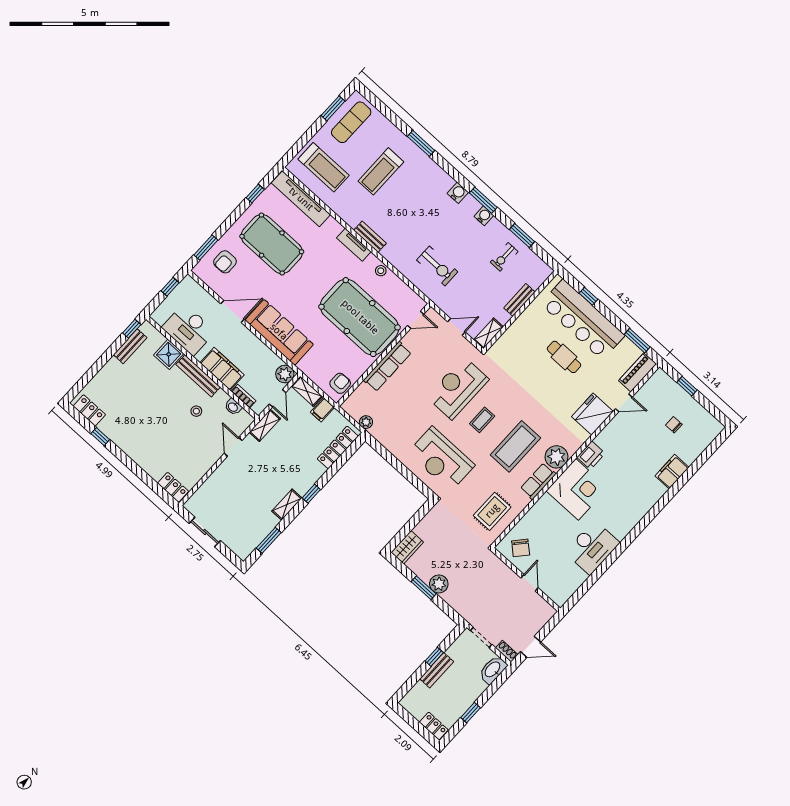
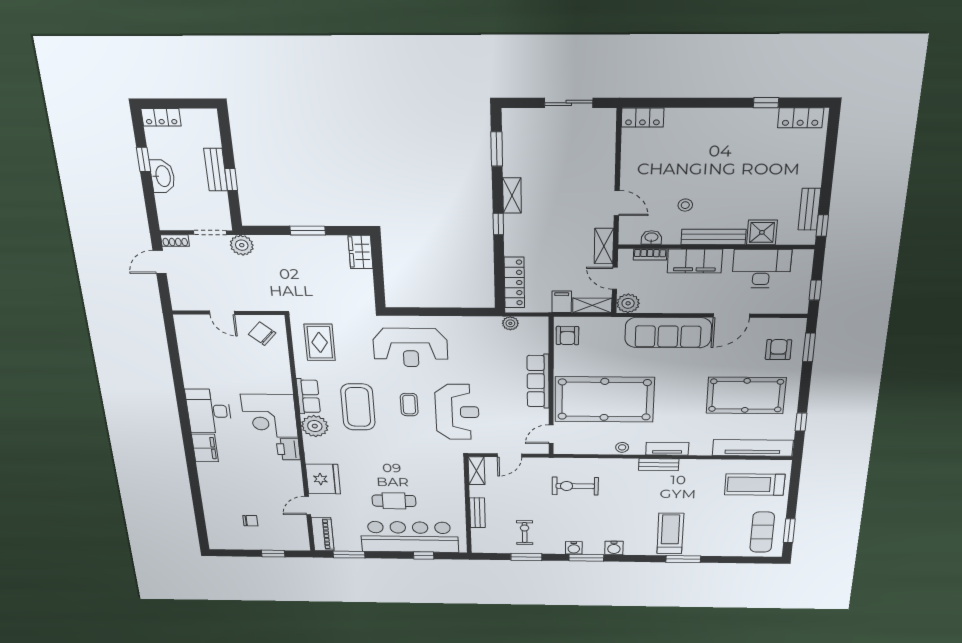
treadmill: (381, 171) -> (670, 533), moved
reception desk: (441, 459) -> (410, 348), turned 180
filing cabinet: (672, 472) -> (205, 448), moved
desk: (592, 547) -> (209, 411), moved
plant: (439, 584) -> (242, 245), moved
washbasin: (493, 670) -> (162, 176), moved

